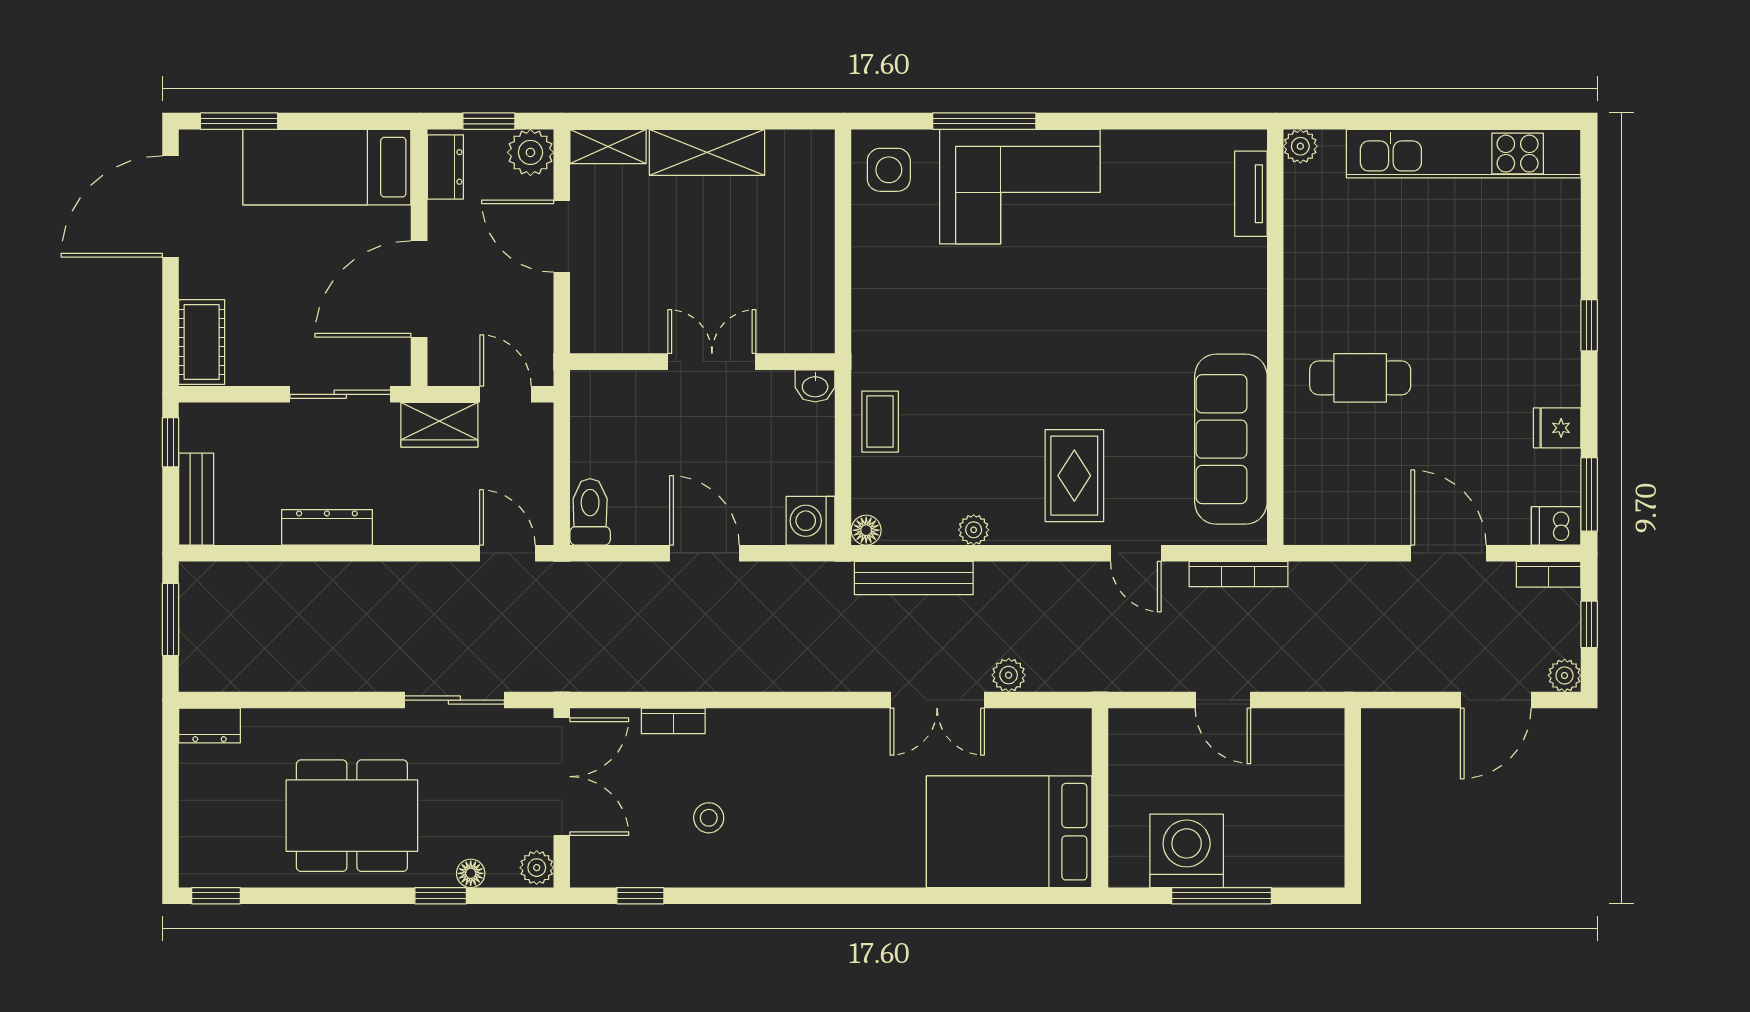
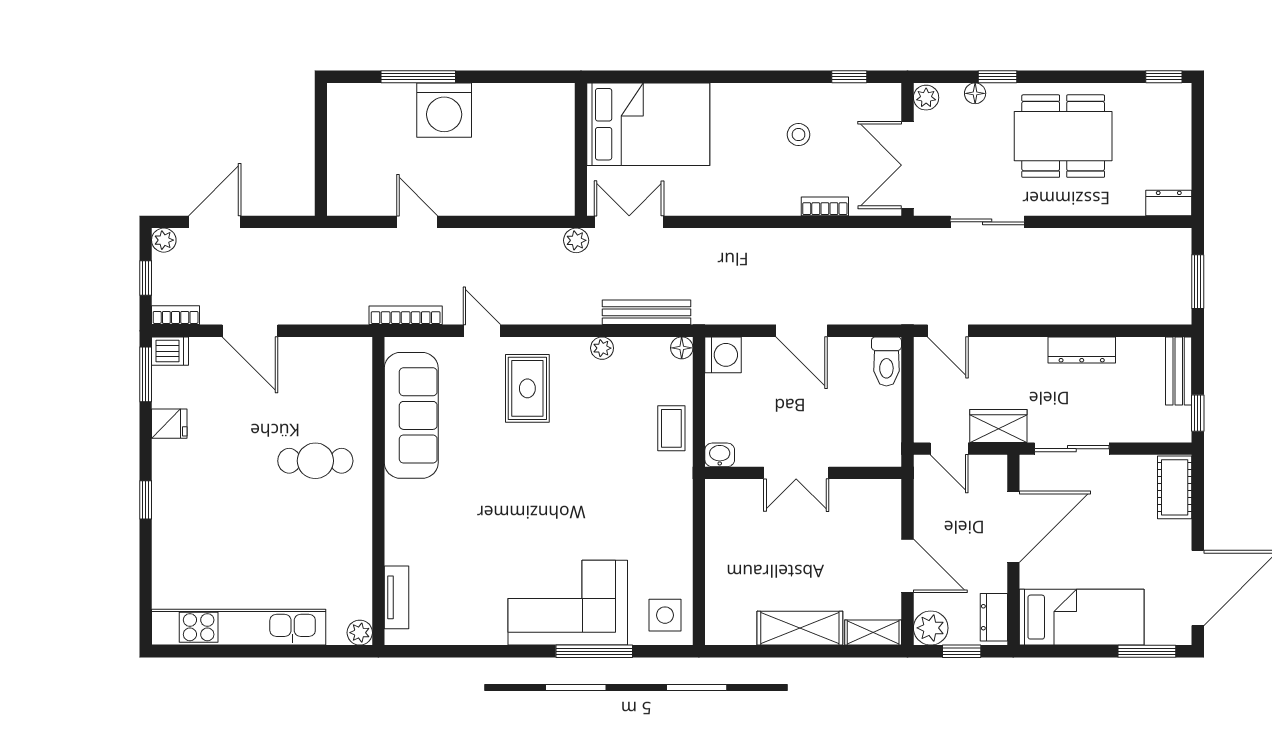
wall: (1100, 798) -> (581, 149), moved
bed: (1009, 832) -> (648, 124), moved

